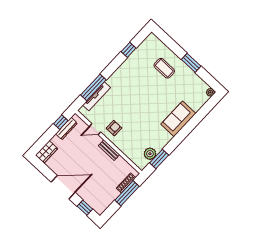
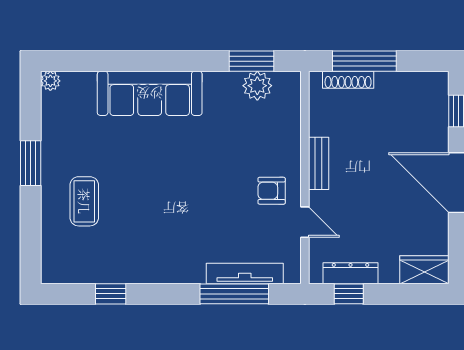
sofa: (178, 119) -> (150, 93), width x1.36

